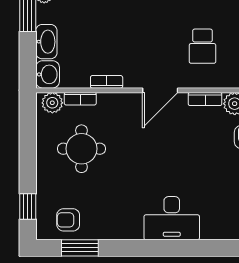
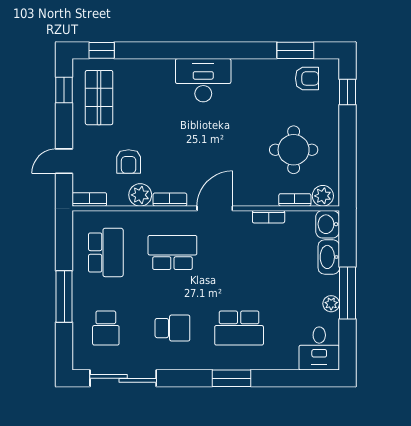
school desk: (202, 46) -> (172, 252), width x1.85

